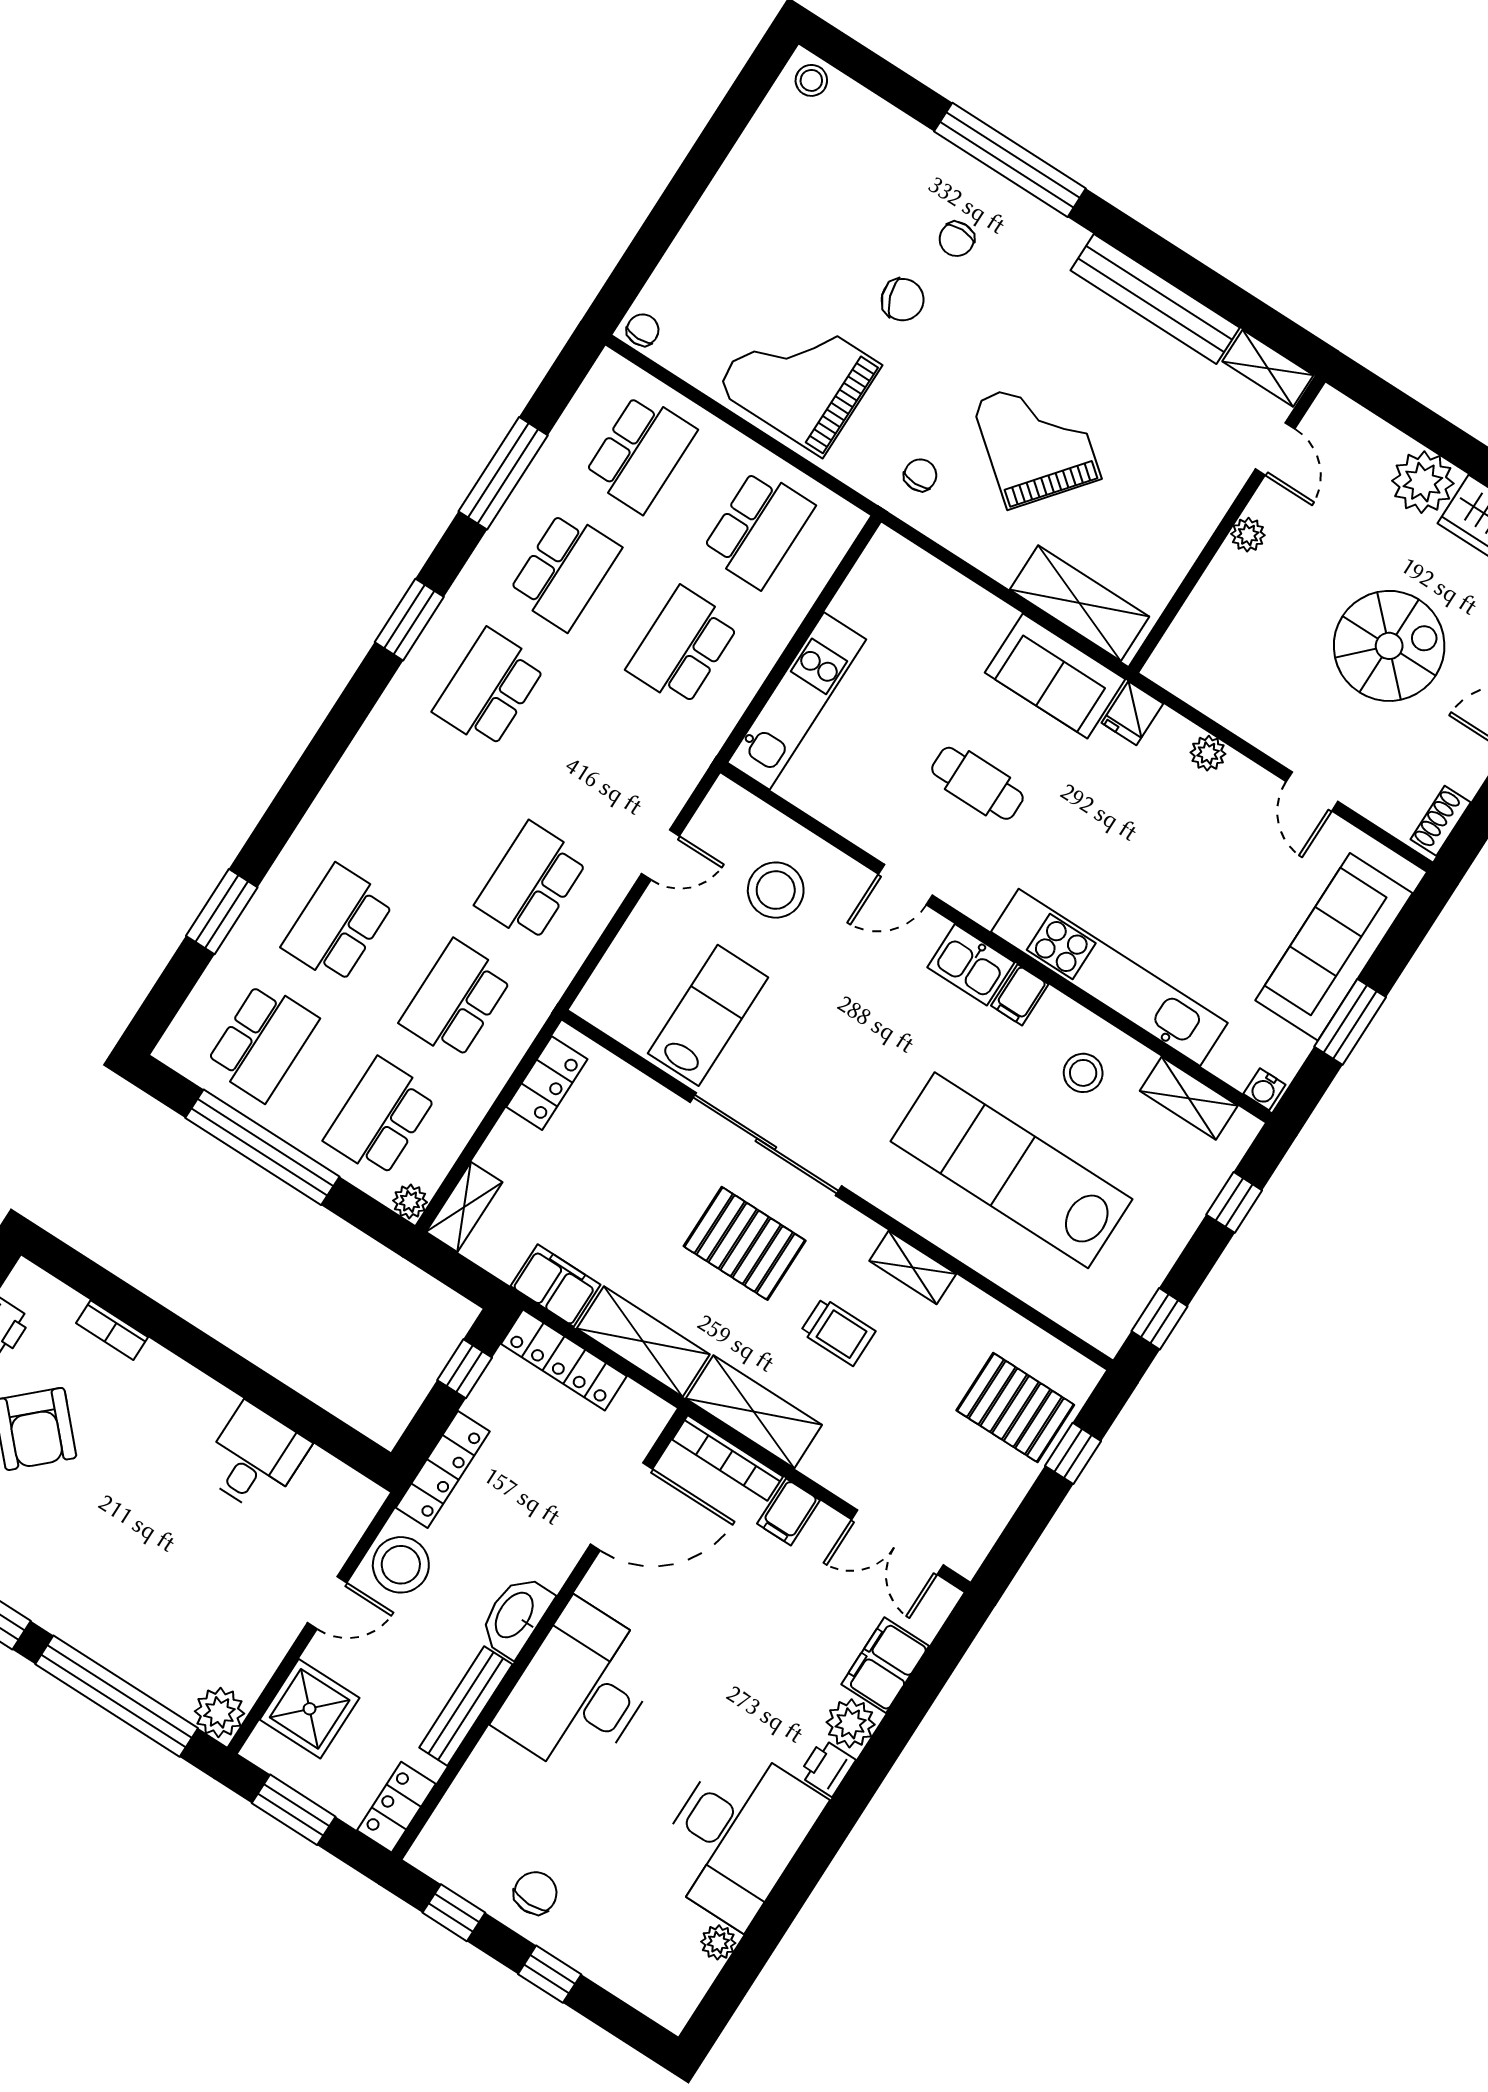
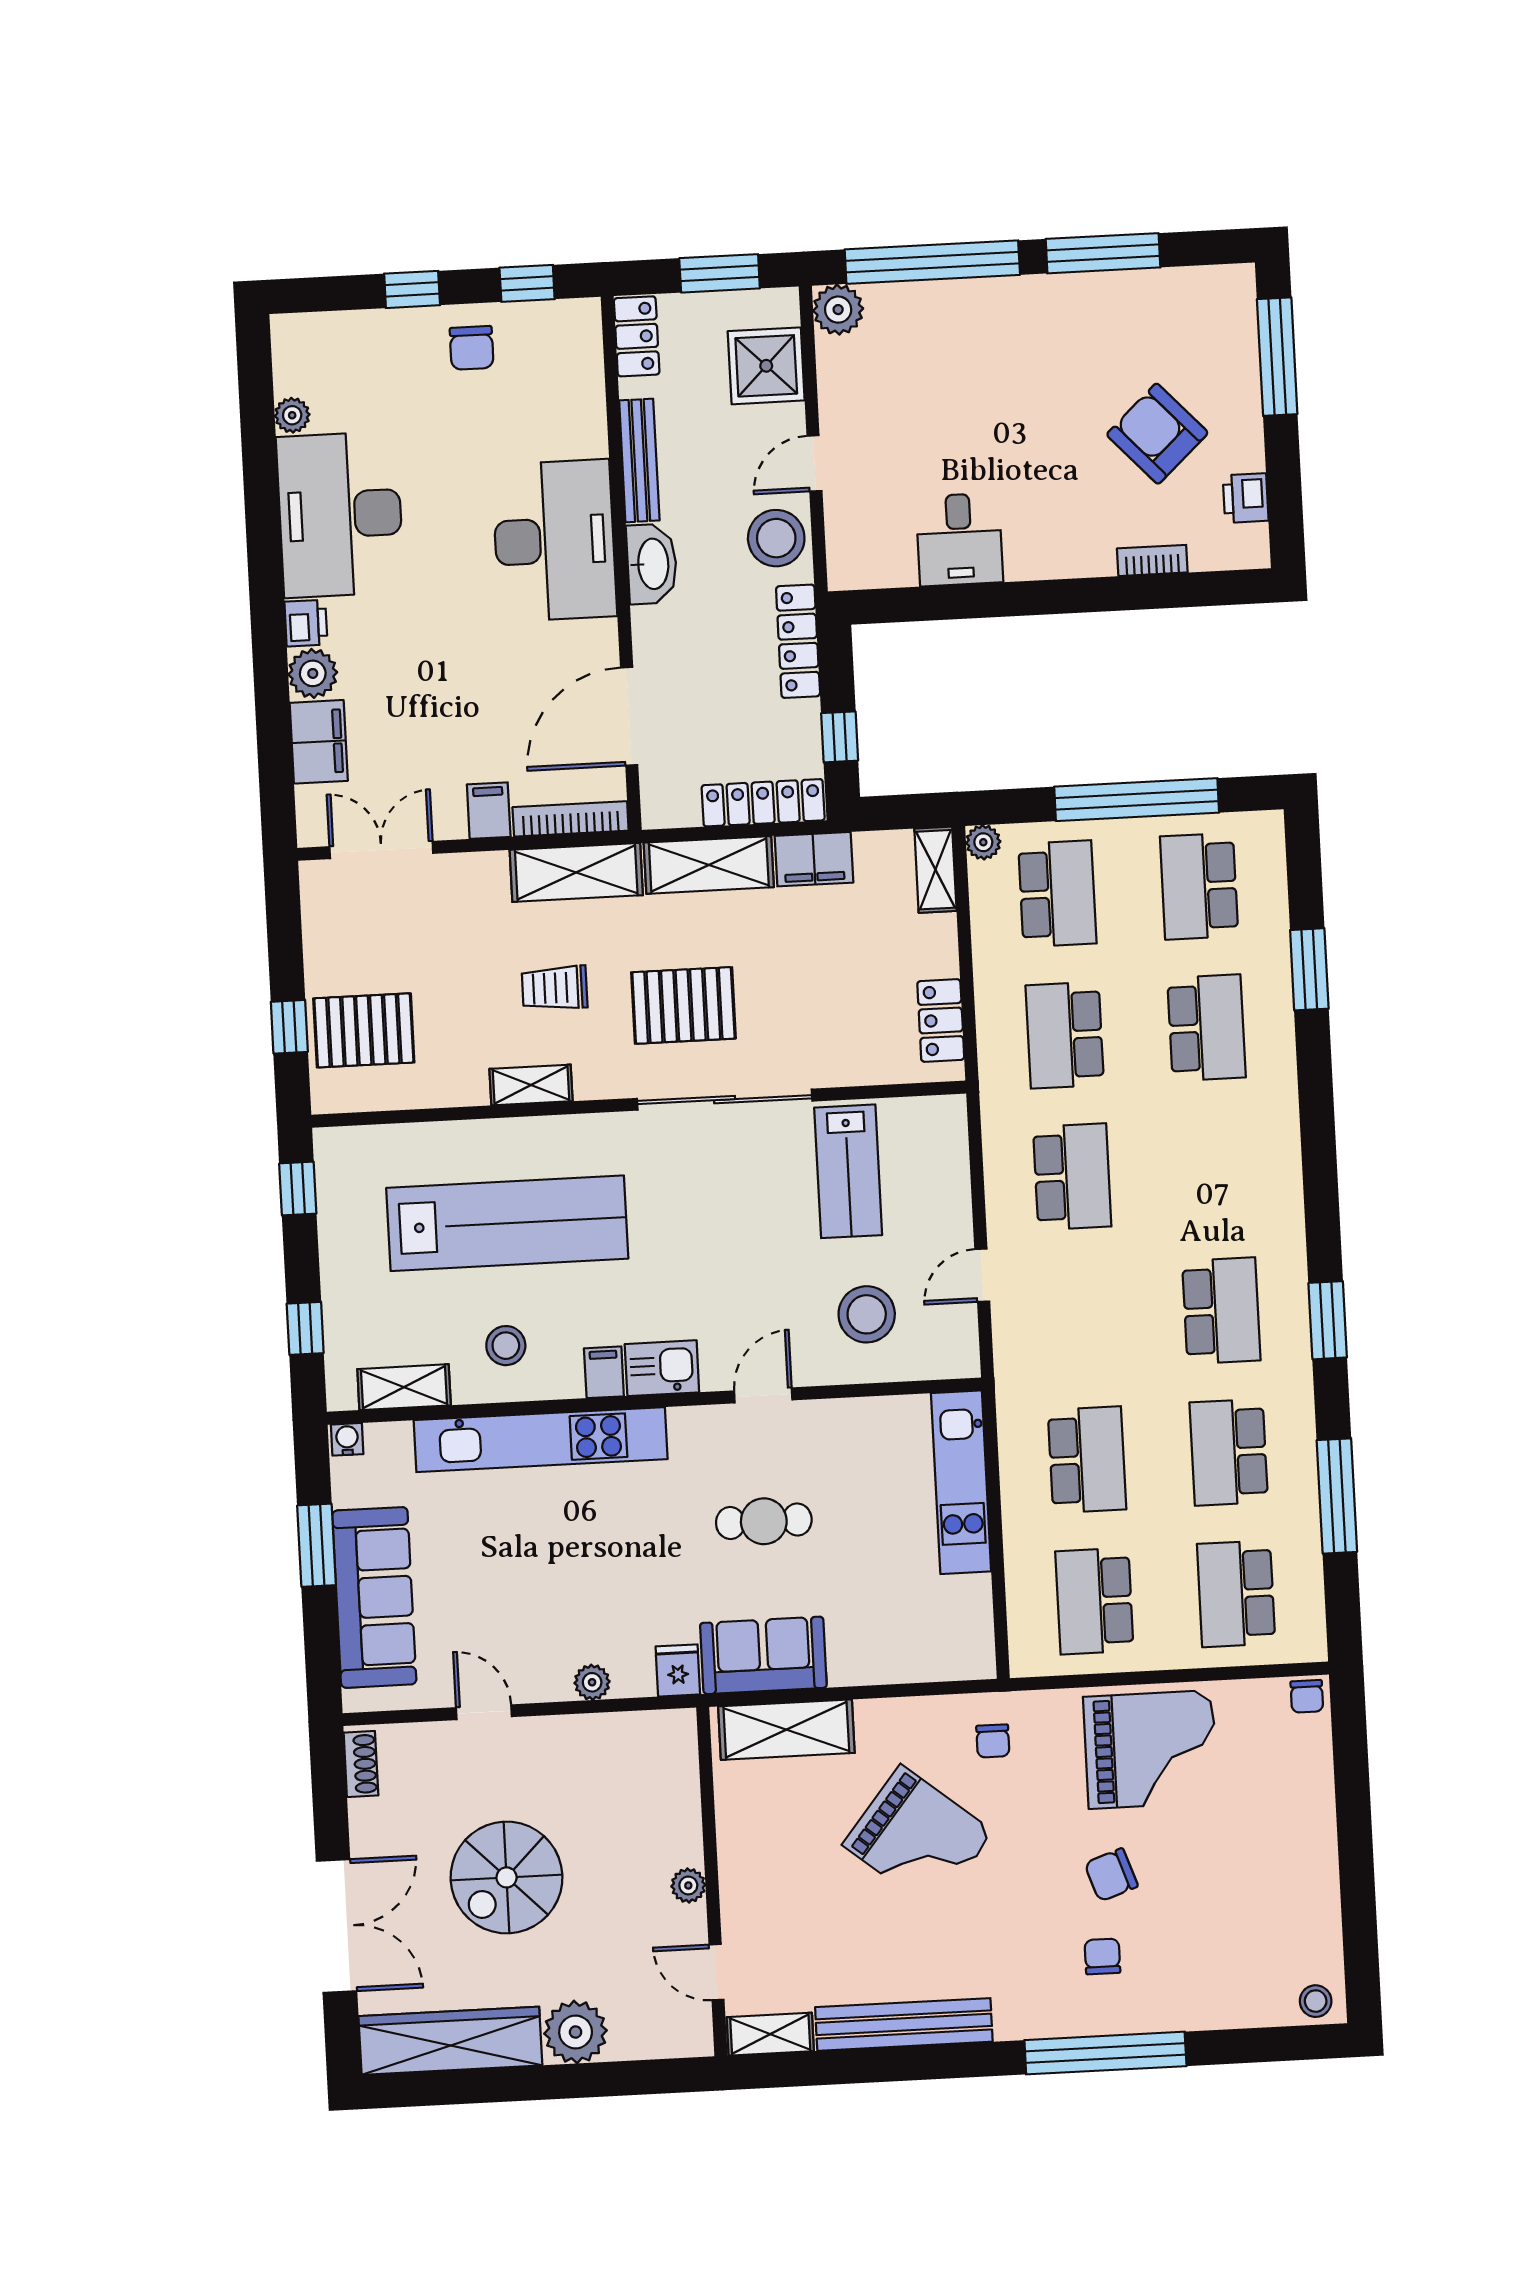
school desk: (456, 1000) -> (1065, 1035), turned 180

